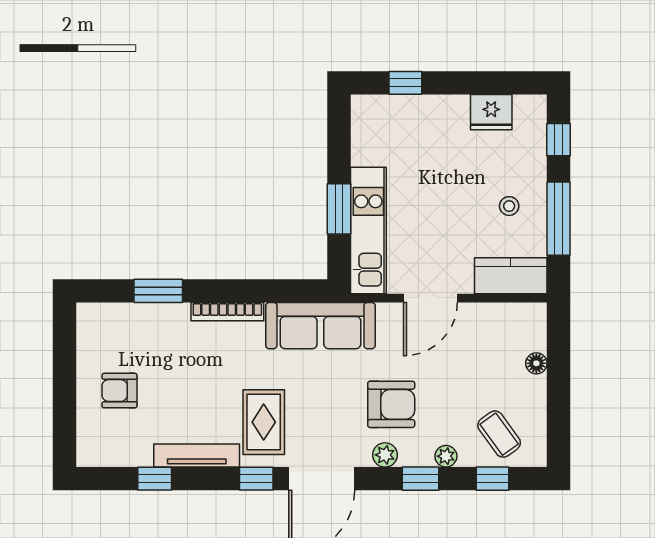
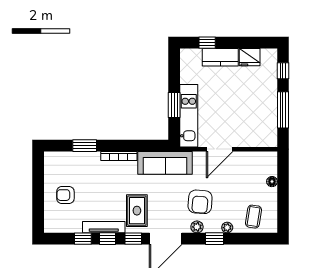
stool: (509, 206) -> (258, 104), removed
kitchen counter: (511, 276) -> (220, 57), moved, turned 180
armchair: (391, 404) -> (200, 202), turned 94
coffee table: (499, 434) -> (254, 217), turned 45
window: (492, 479) -> (108, 239), moved

